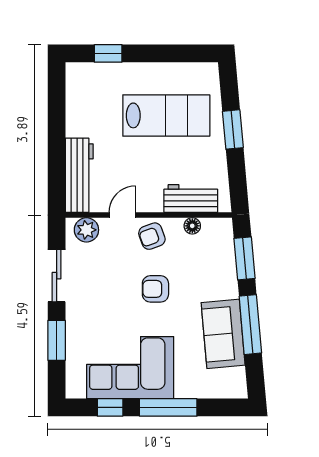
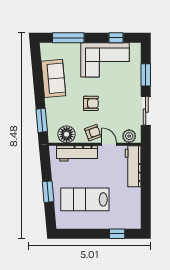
workbench: (191, 199) -> (77, 153), width x1.37
door: (122, 215) -> (109, 144), swing flipped
floor lamp: (192, 226) -> (67, 134), width x1.89, depth x1.89
window: (250, 325) -> (38, 84), removed
window: (168, 407) -> (68, 38), moved

